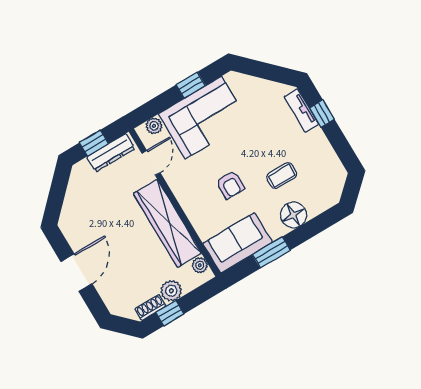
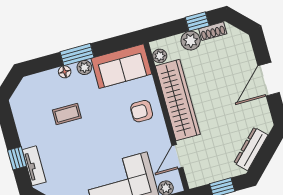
dresser: (111, 153) -> (251, 149), moved, turned -45
armchair: (230, 185) -> (142, 111), moved, turned -90
floor lamp: (294, 215) -> (65, 72), width x0.53, depth x0.53
plant: (277, 231) -> (84, 67), added
window: (271, 252) -> (77, 55), moved

